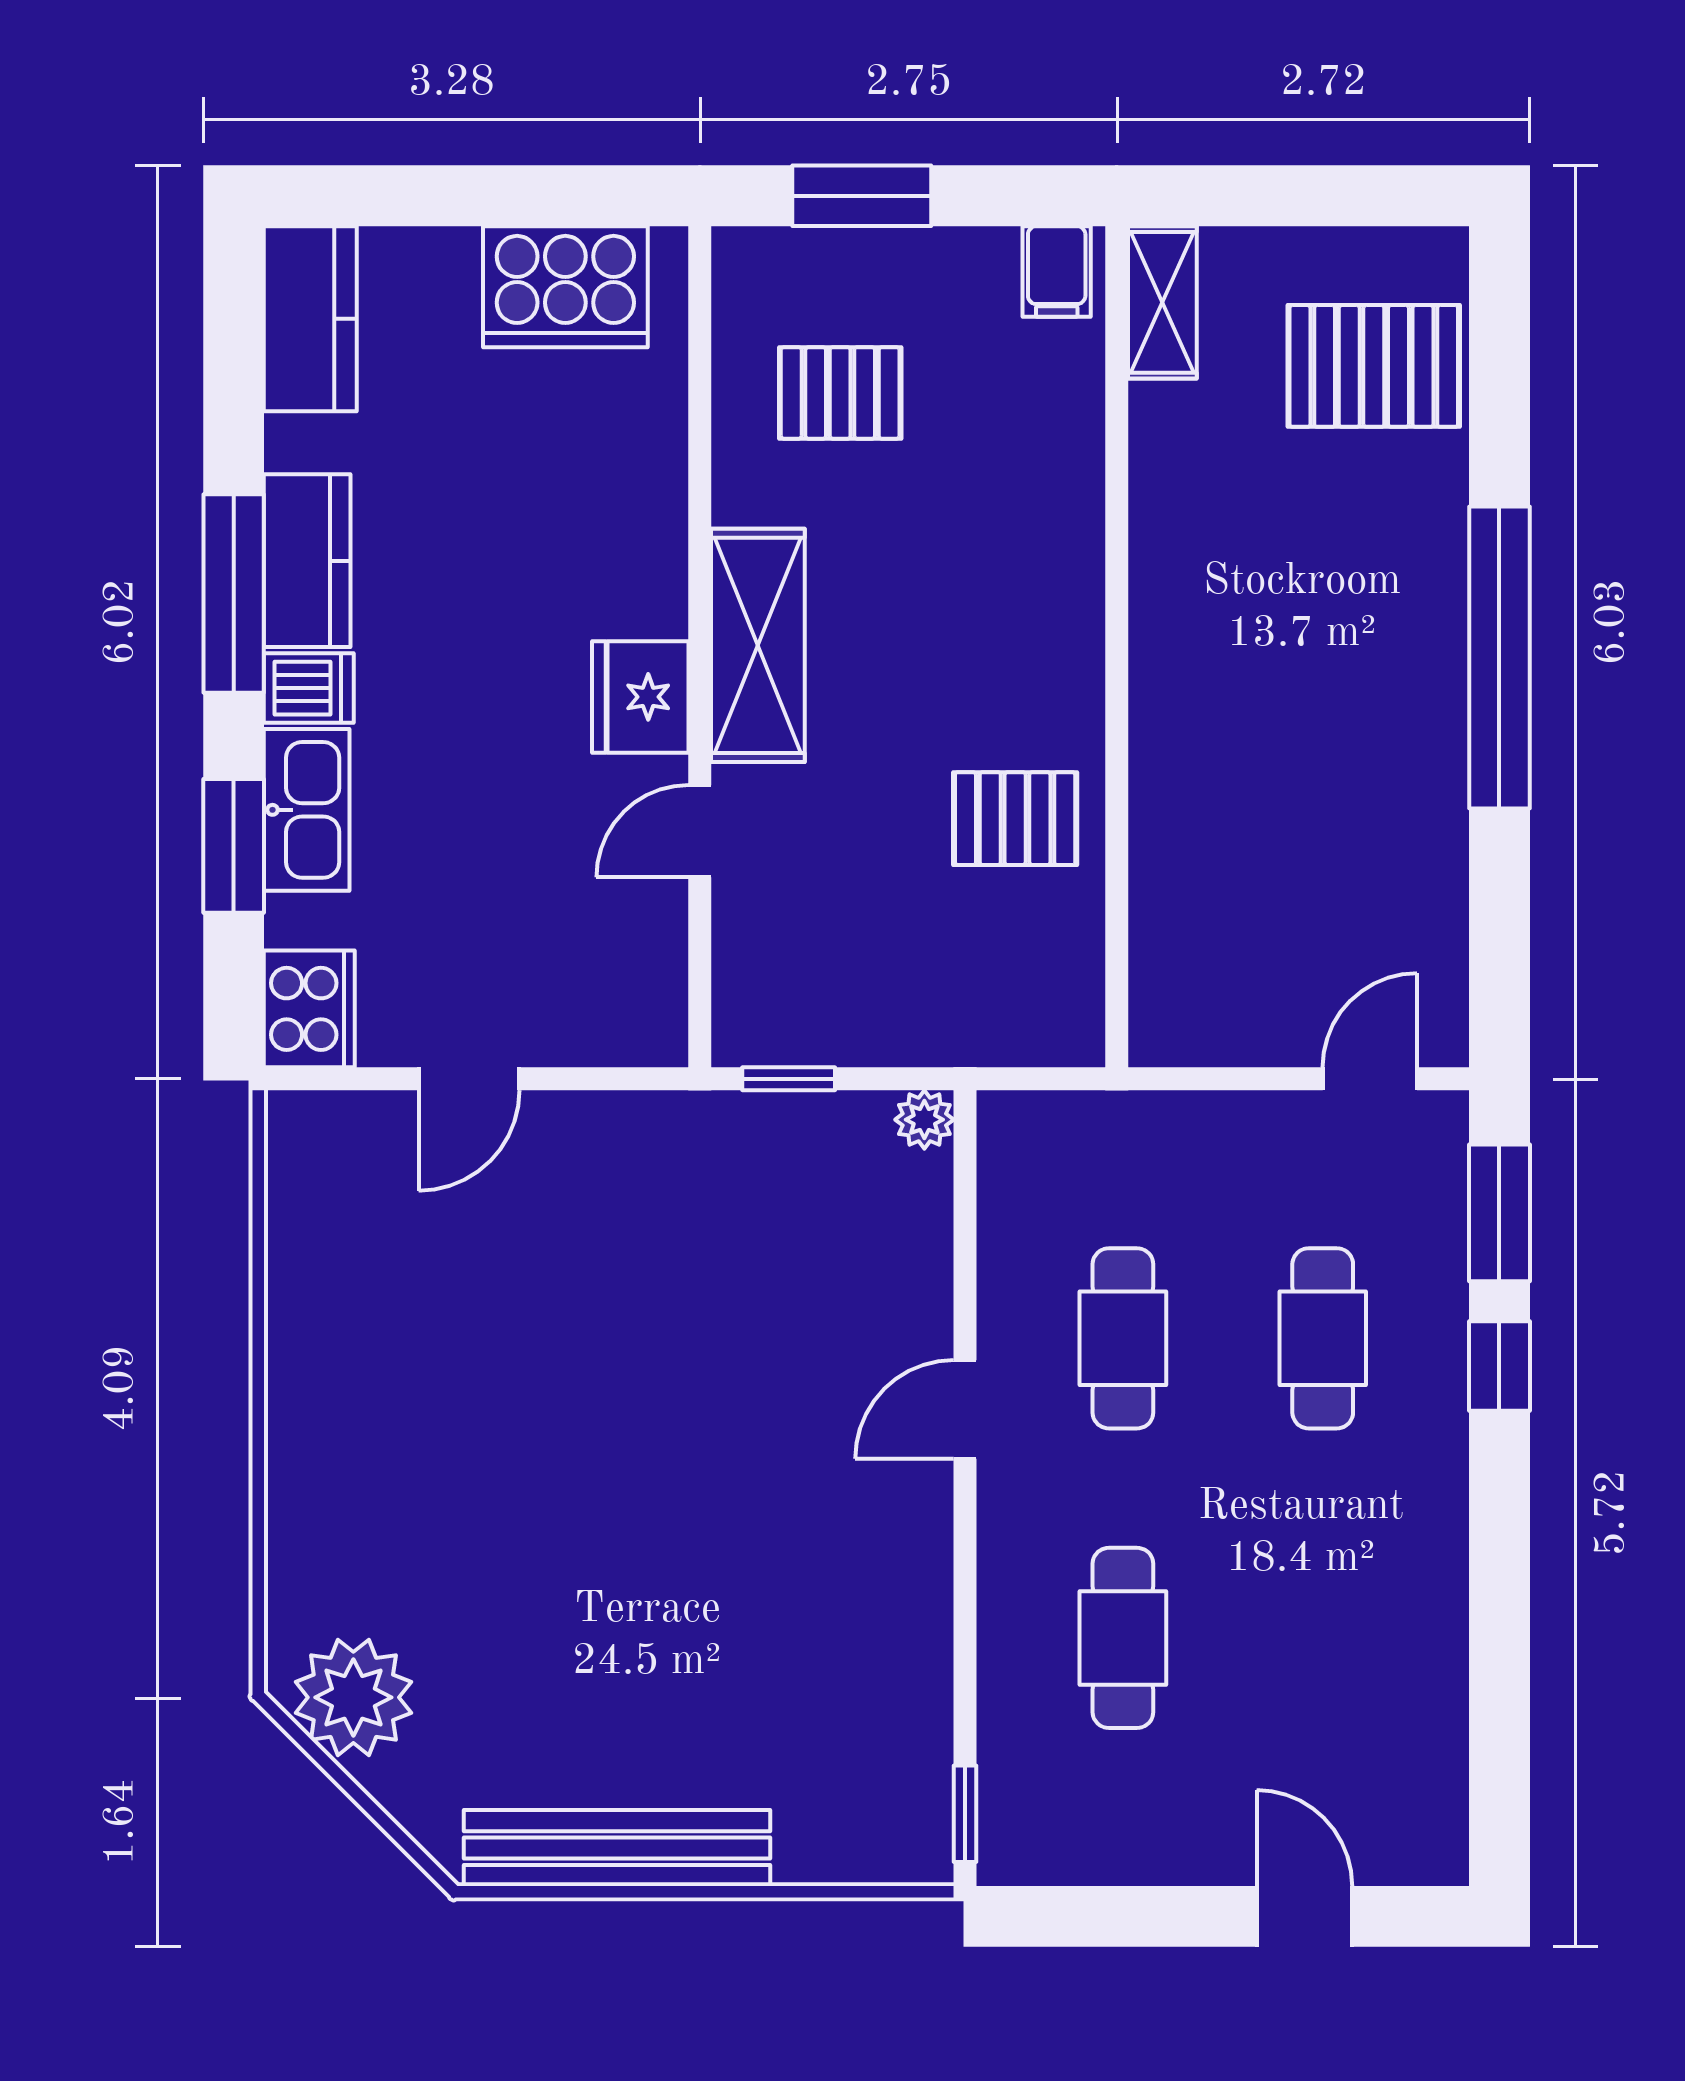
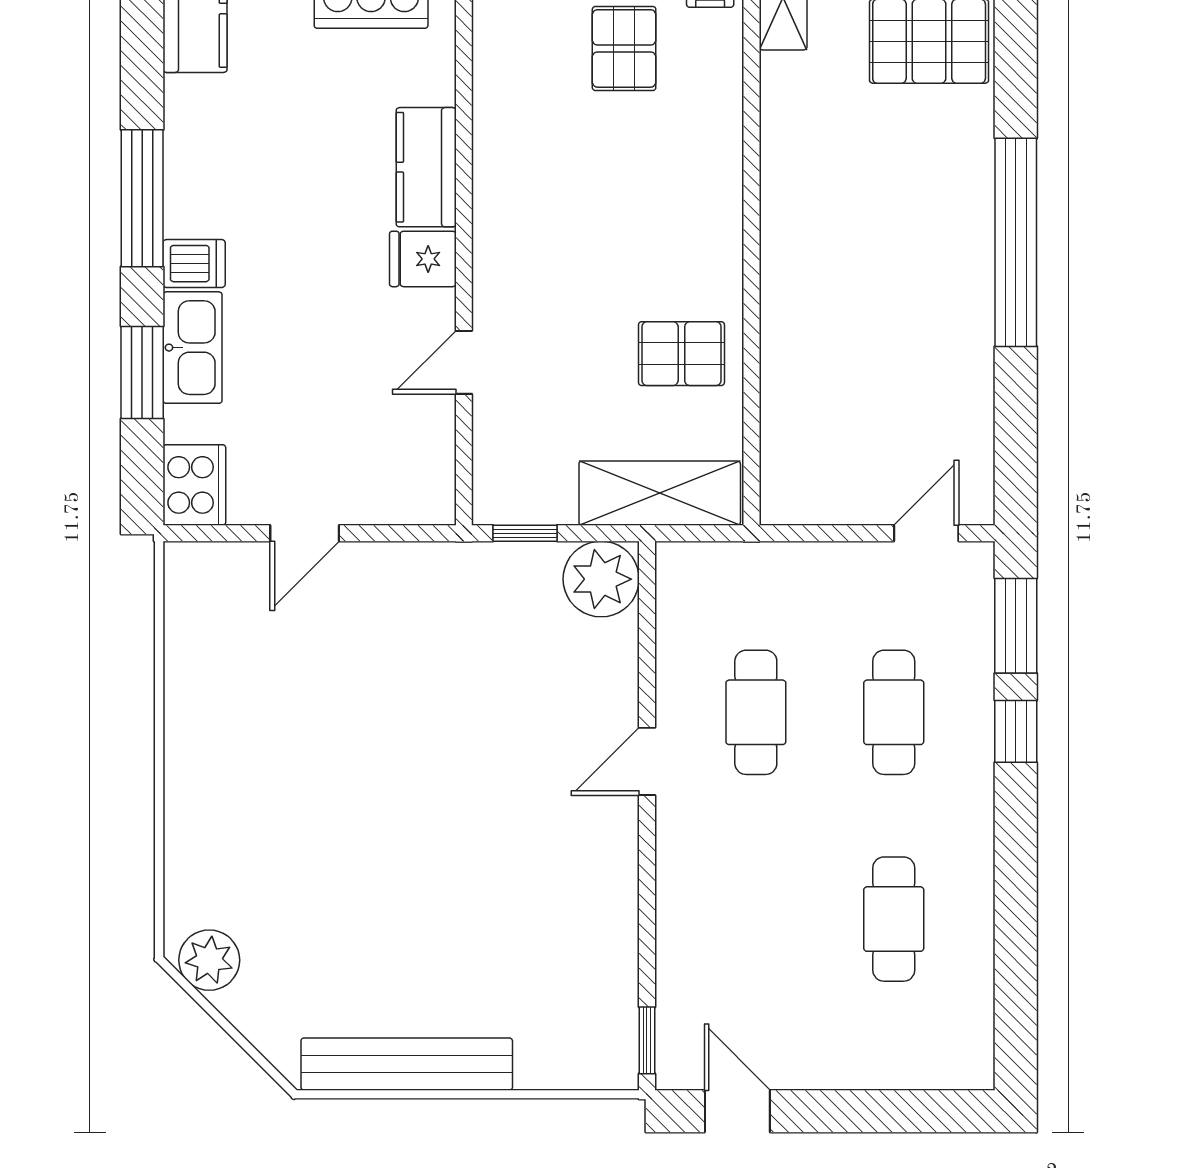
pallet: (840, 393) -> (624, 48), moved, turned 90
kitchen counter: (307, 561) -> (426, 167), moved, turned 180
shelving: (758, 645) -> (660, 493), moved, turned 90
fridge: (640, 697) -> (423, 259), width x0.72
plant: (924, 1120) -> (601, 579), width x1.88, depth x1.88
cafe table: (1123, 1638) -> (894, 919), moved
plant: (353, 1697) -> (209, 960), width x0.73, depth x0.73
door: (1304, 1916) -> (737, 1111), moved

